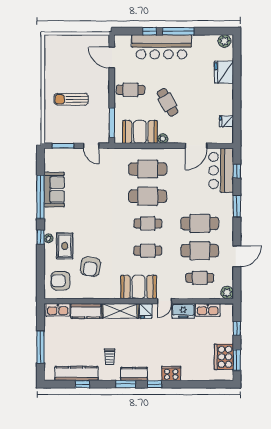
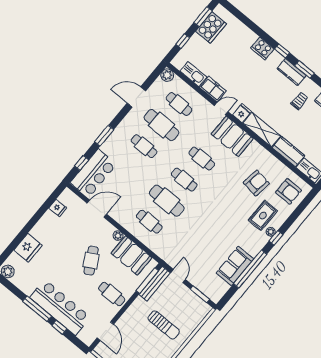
bench: (104, 125) -> (155, 284), added
cafe table: (148, 169) -> (149, 222), width x0.73, depth x0.74
cafe table: (200, 223) -> (144, 146), width x0.73, depth x0.74

